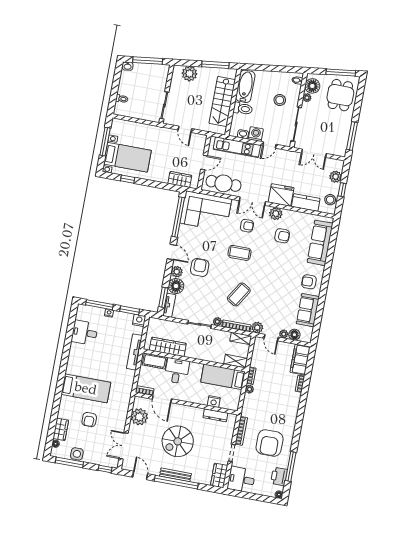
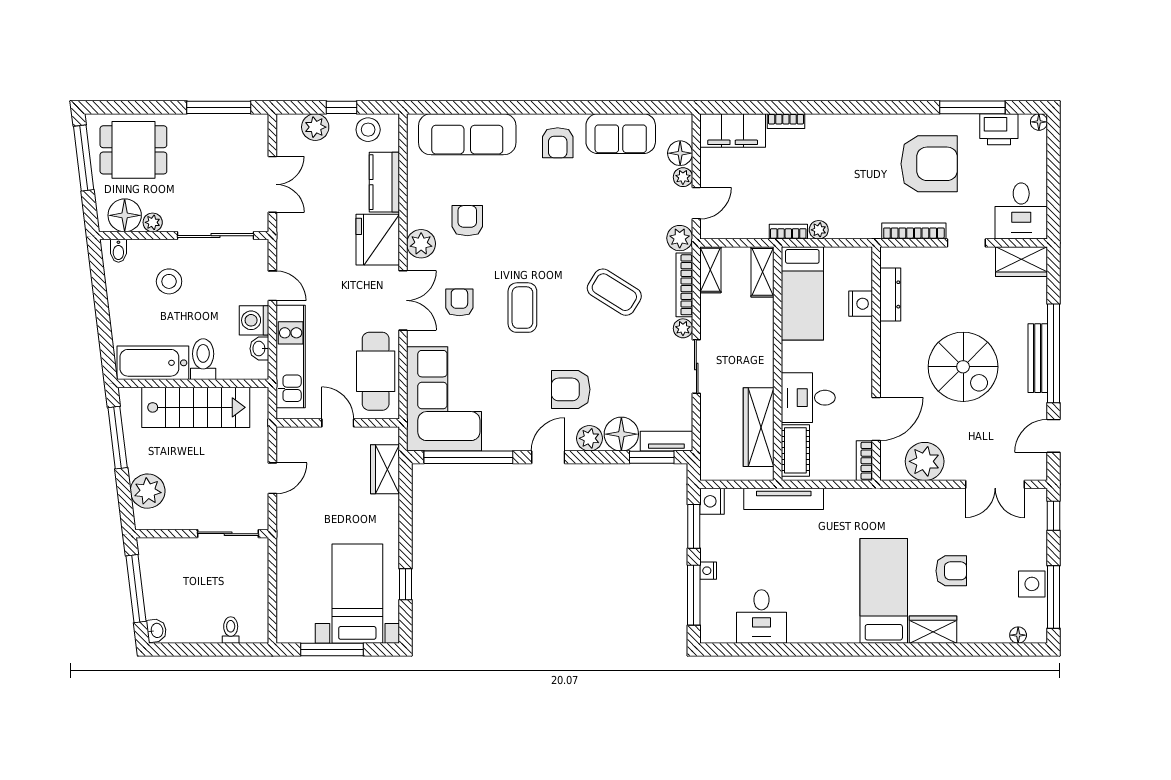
wardrobe: (61, 429) -> (933, 630), moved

